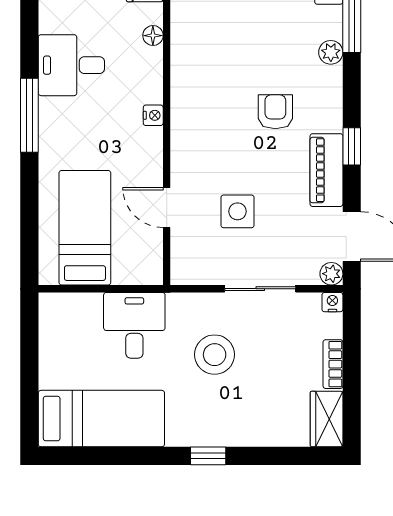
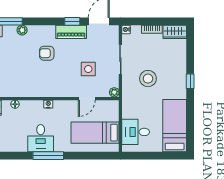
desk: (71, 65) -> (41, 138), moved
window: (352, 146) -> (72, 21), moved
plant: (331, 274) -> (114, 92), moved
desk: (134, 325) -> (136, 132), moved

